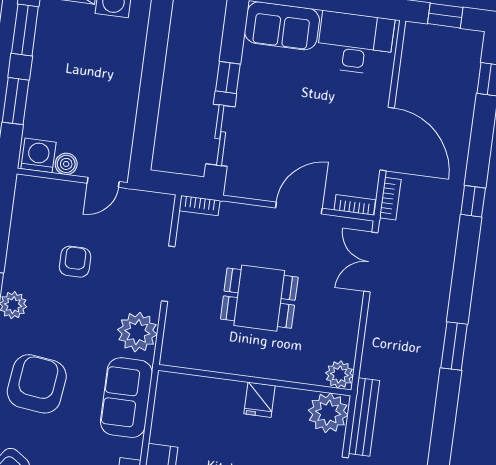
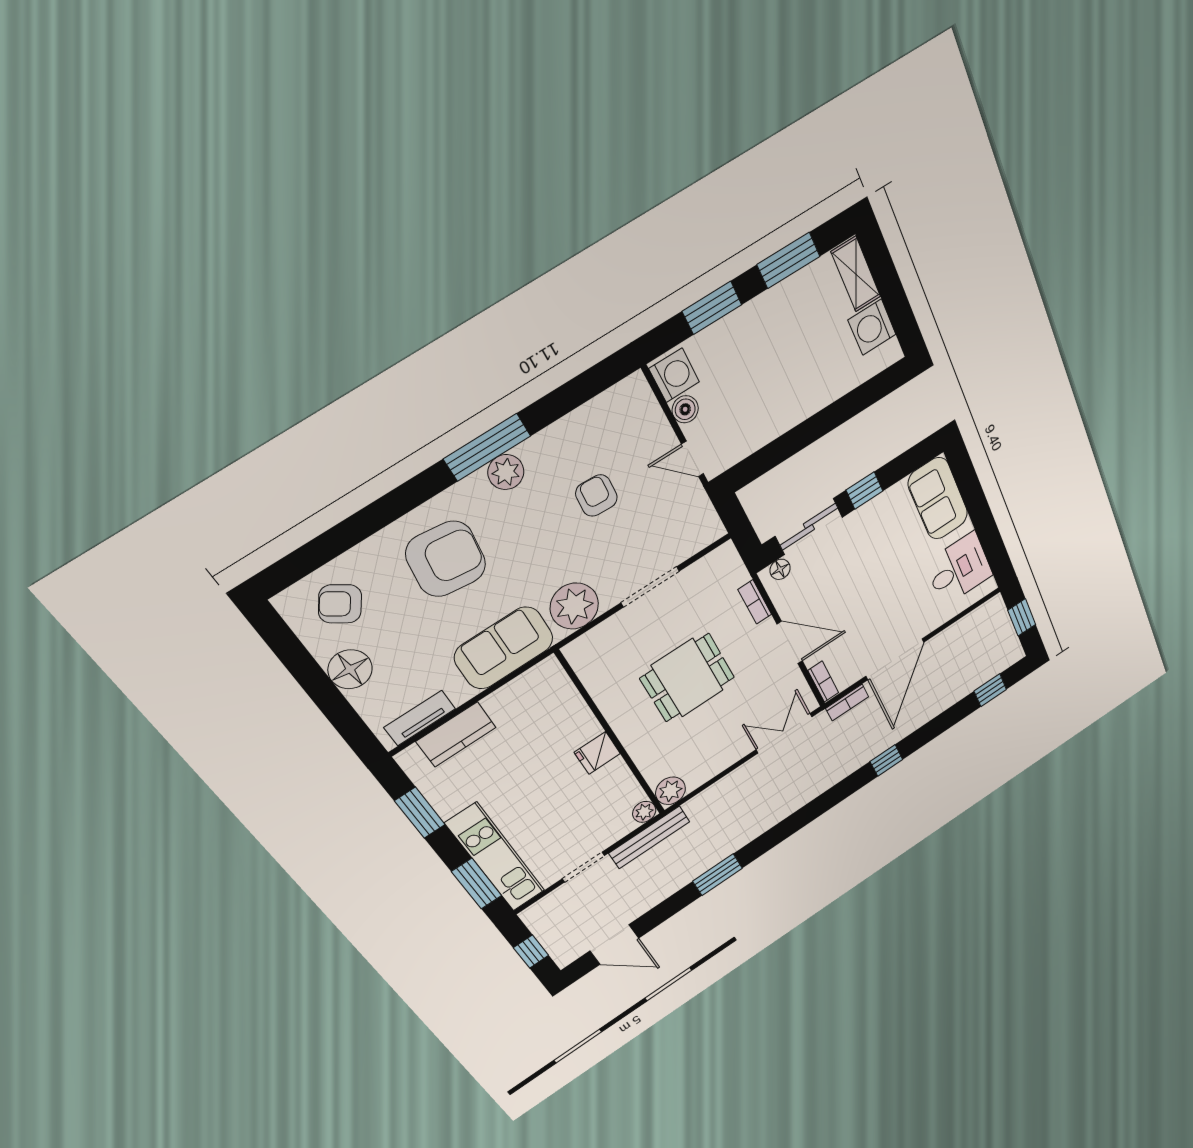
desk: (355, 43) -> (959, 569), width x0.73
floor lamp: (235, 177) -> (780, 569), added
bookcase: (199, 206) -> (755, 602), moved
armchair: (75, 262) -> (596, 496), turned -87
dining table: (259, 298) -> (687, 678), turned 90
window: (454, 346) -> (718, 875), moved
plant: (328, 413) -> (644, 812), width x0.53, depth x0.53

